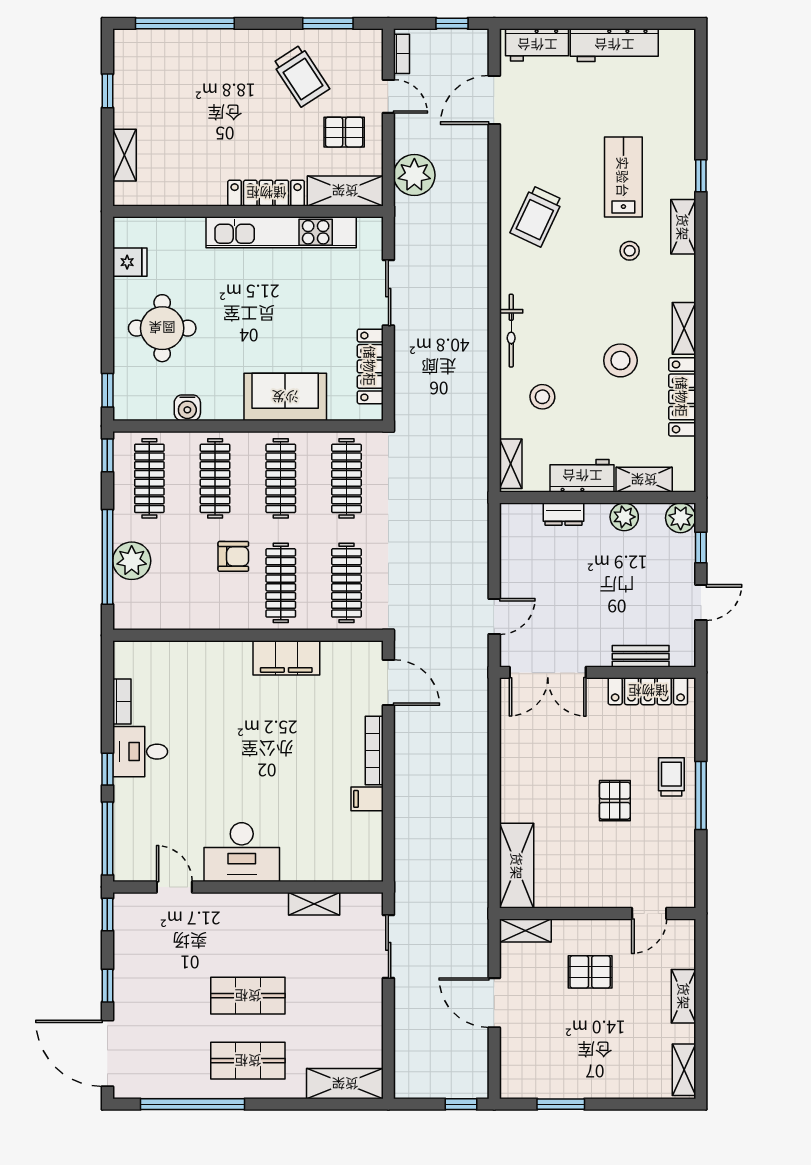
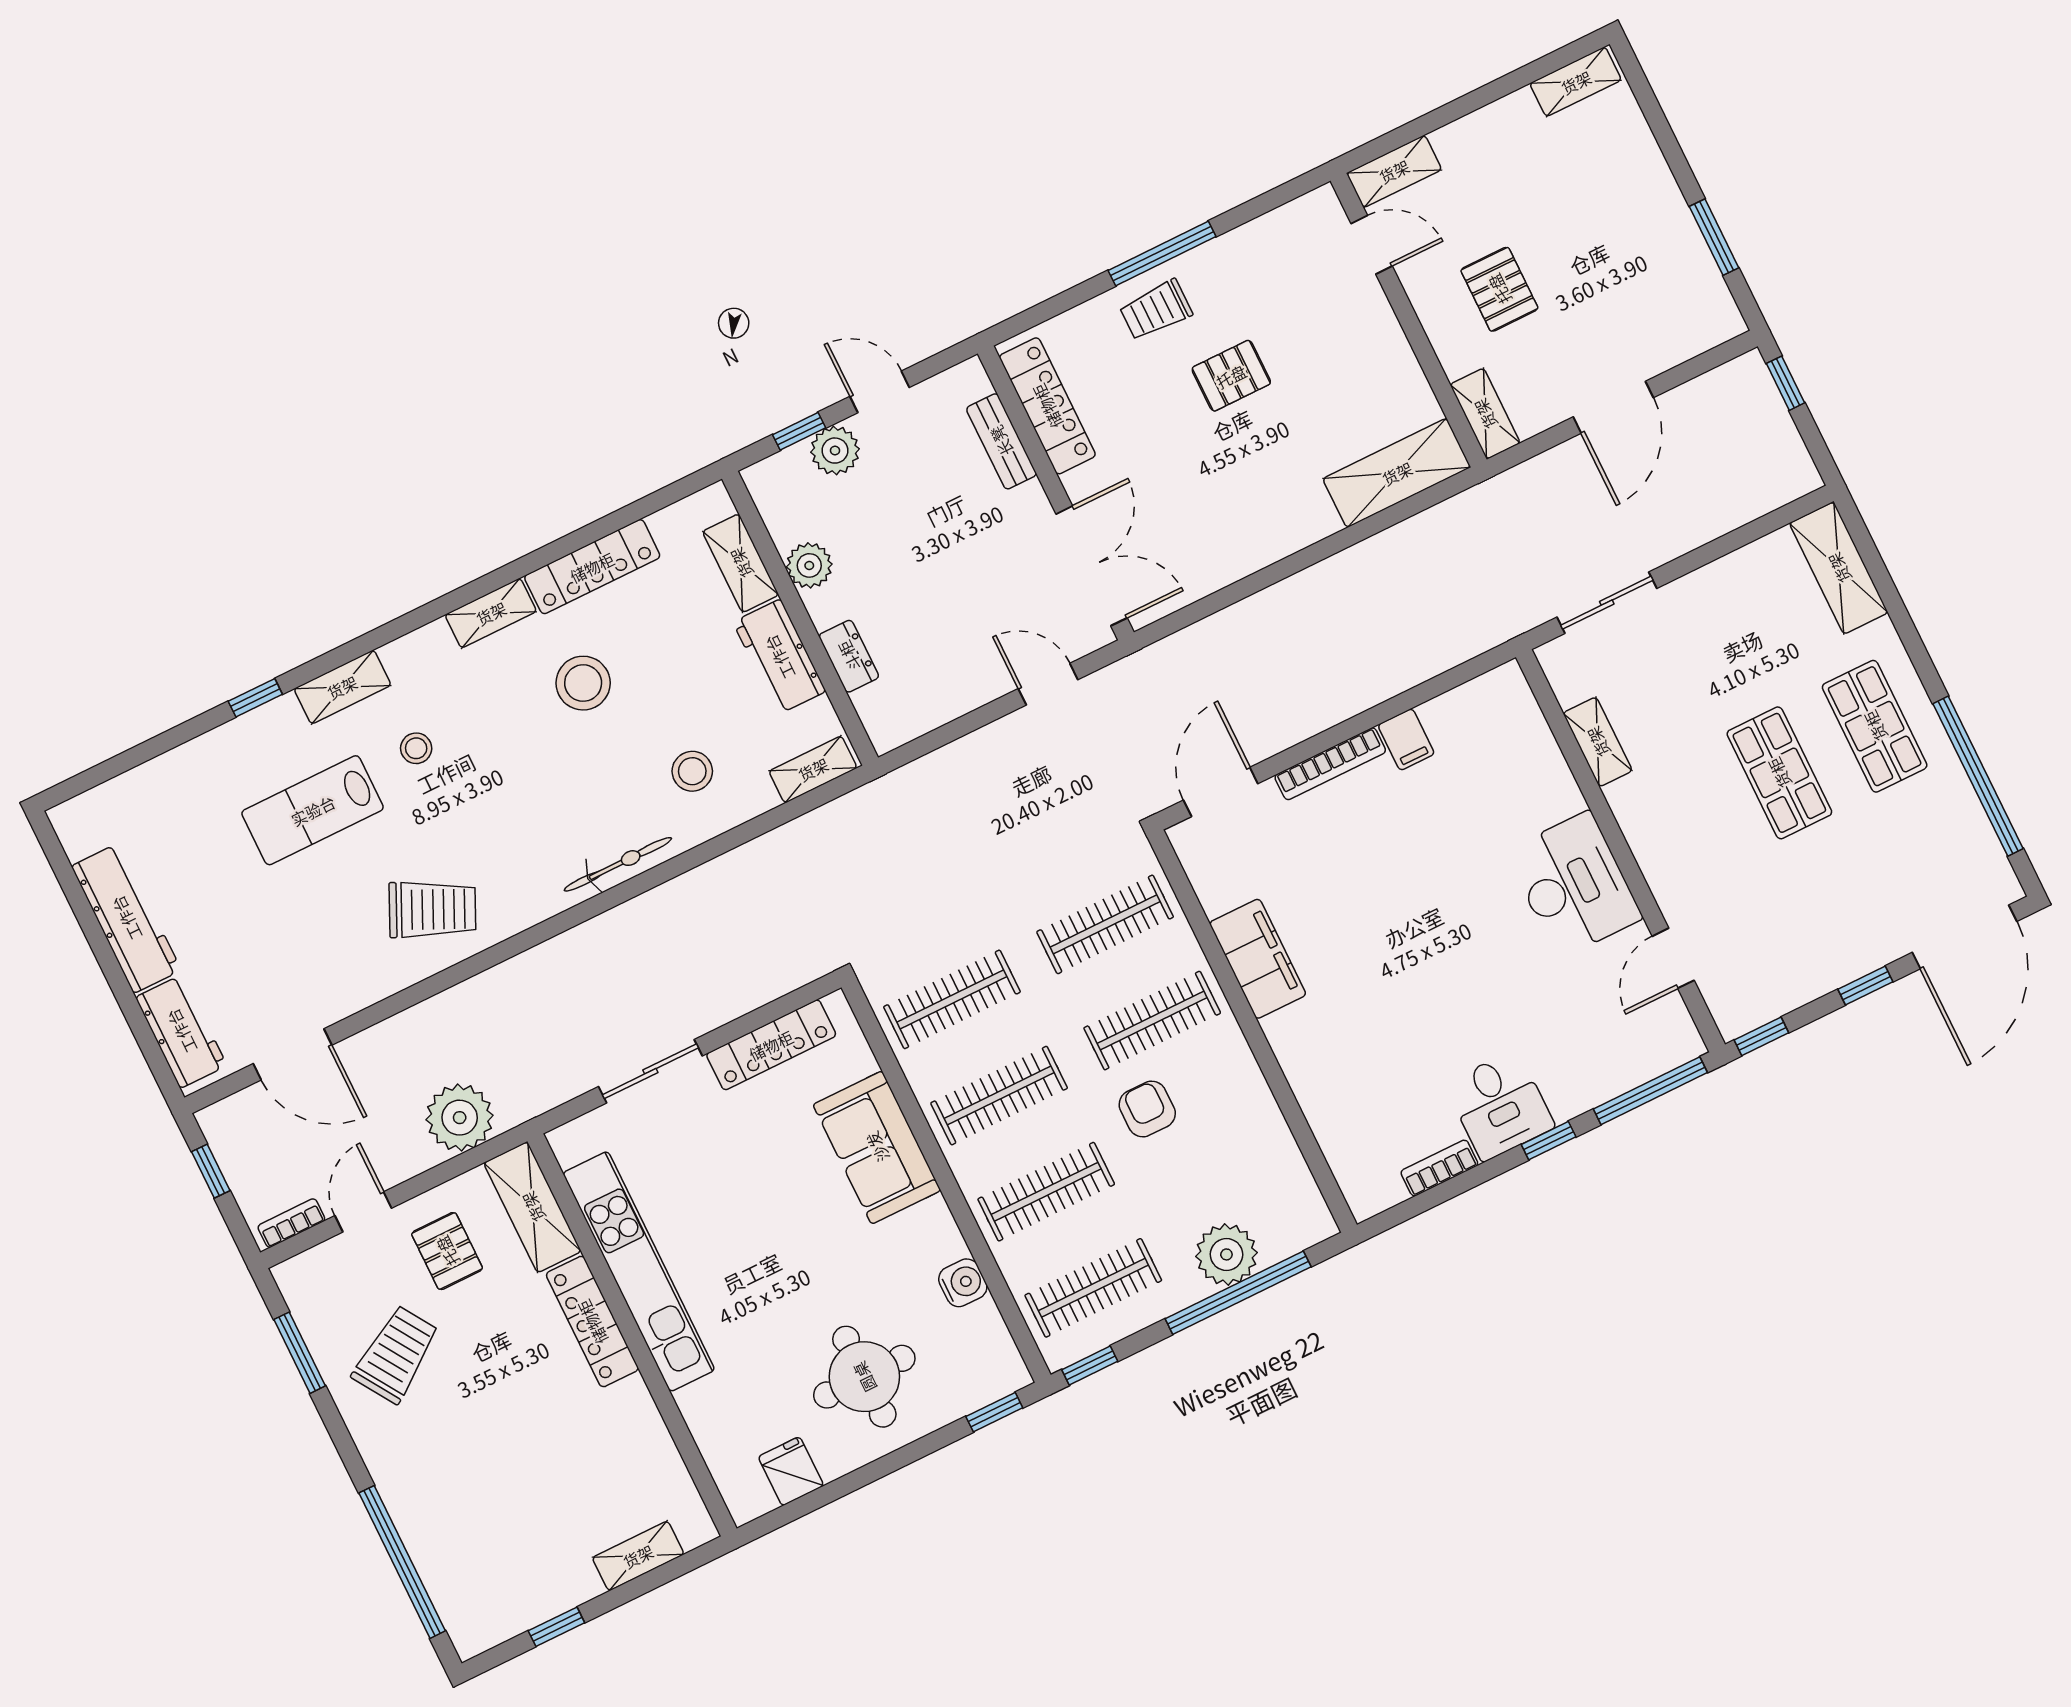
plant: (681, 518) -> (835, 451), moved
shelving: (684, 996) -> (1394, 171), moved

